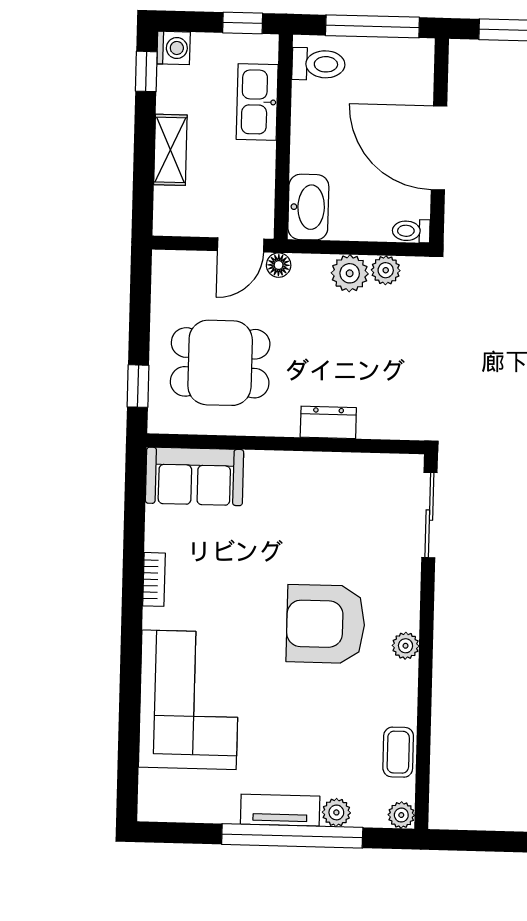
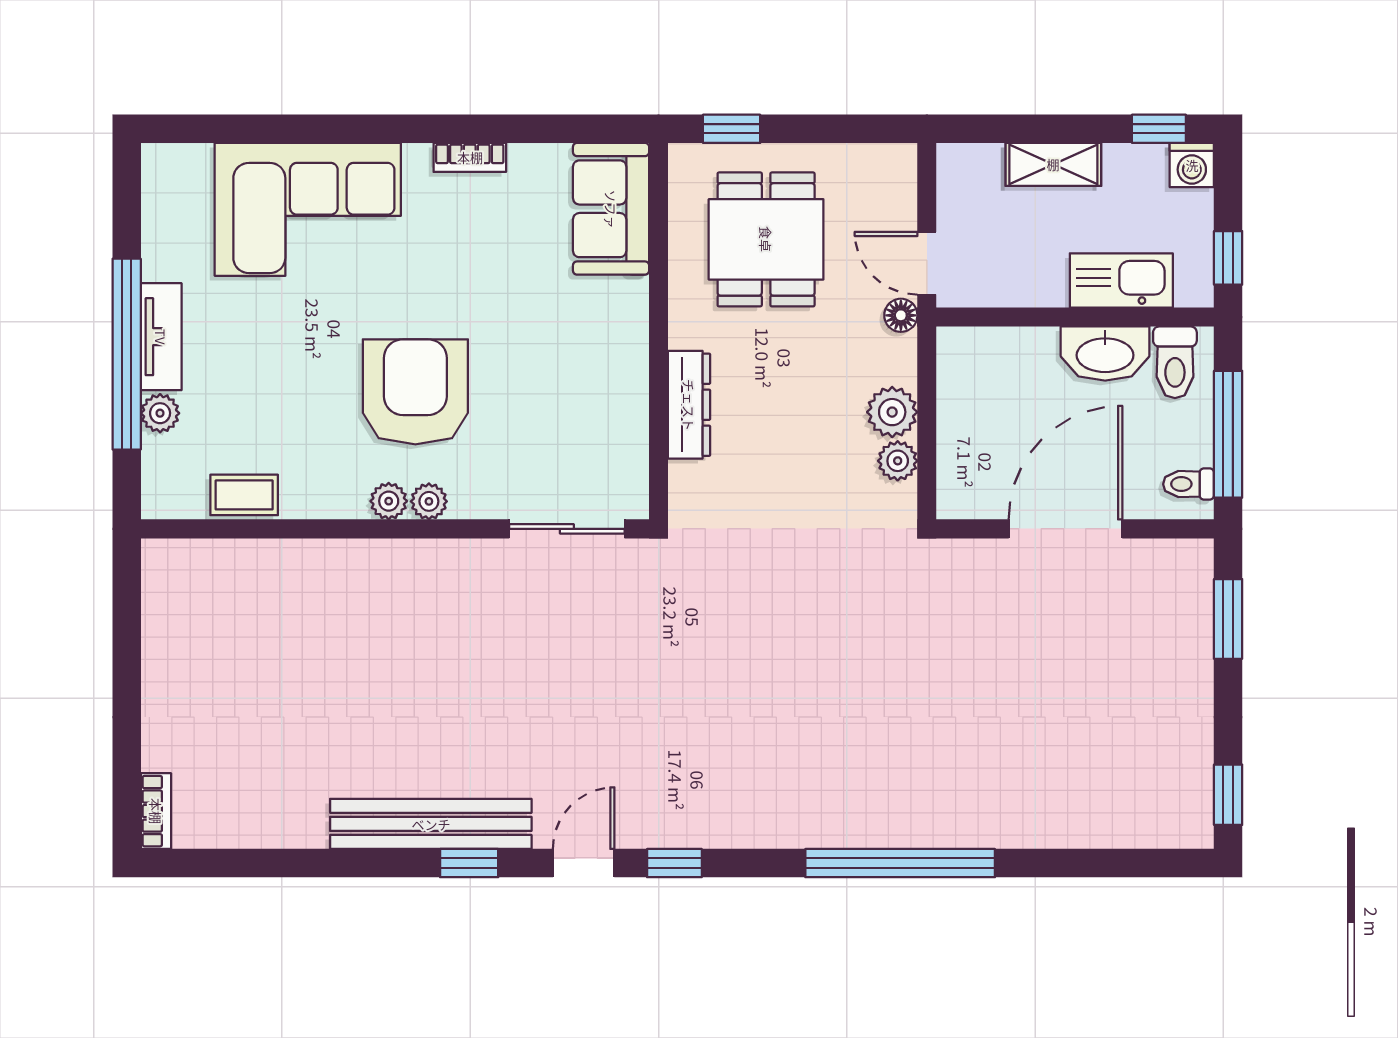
washbasin: (308, 207) -> (1105, 354), moved
toilet: (411, 231) -> (1188, 484), moved, turned -90
dresser: (328, 422) -> (689, 405), width x1.44
plant: (401, 815) -> (429, 501), moved

